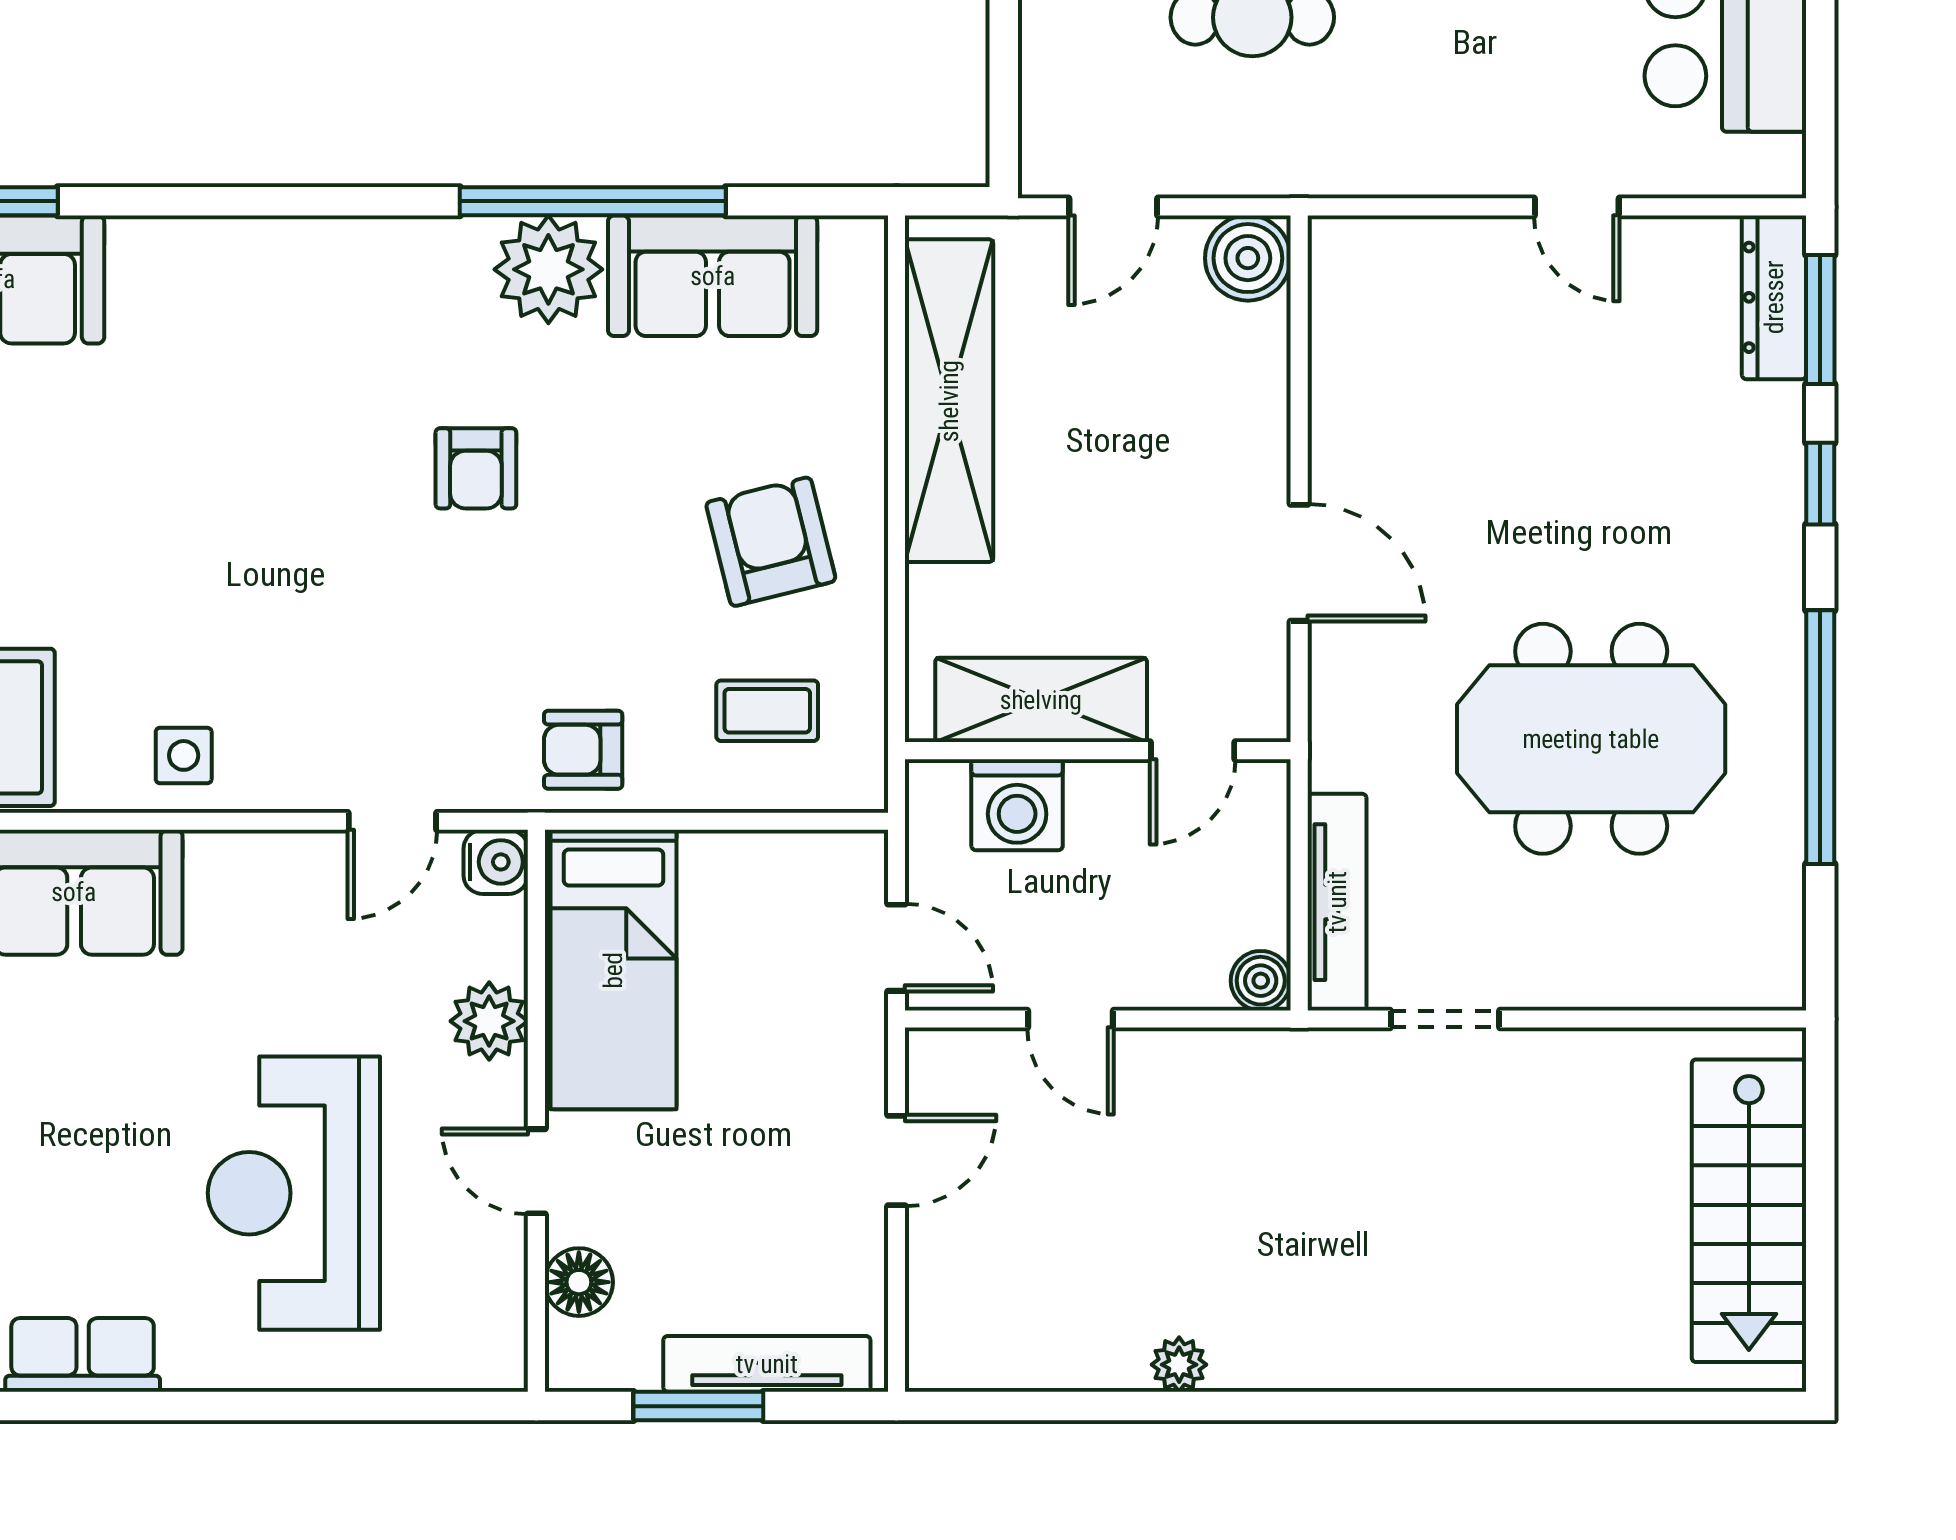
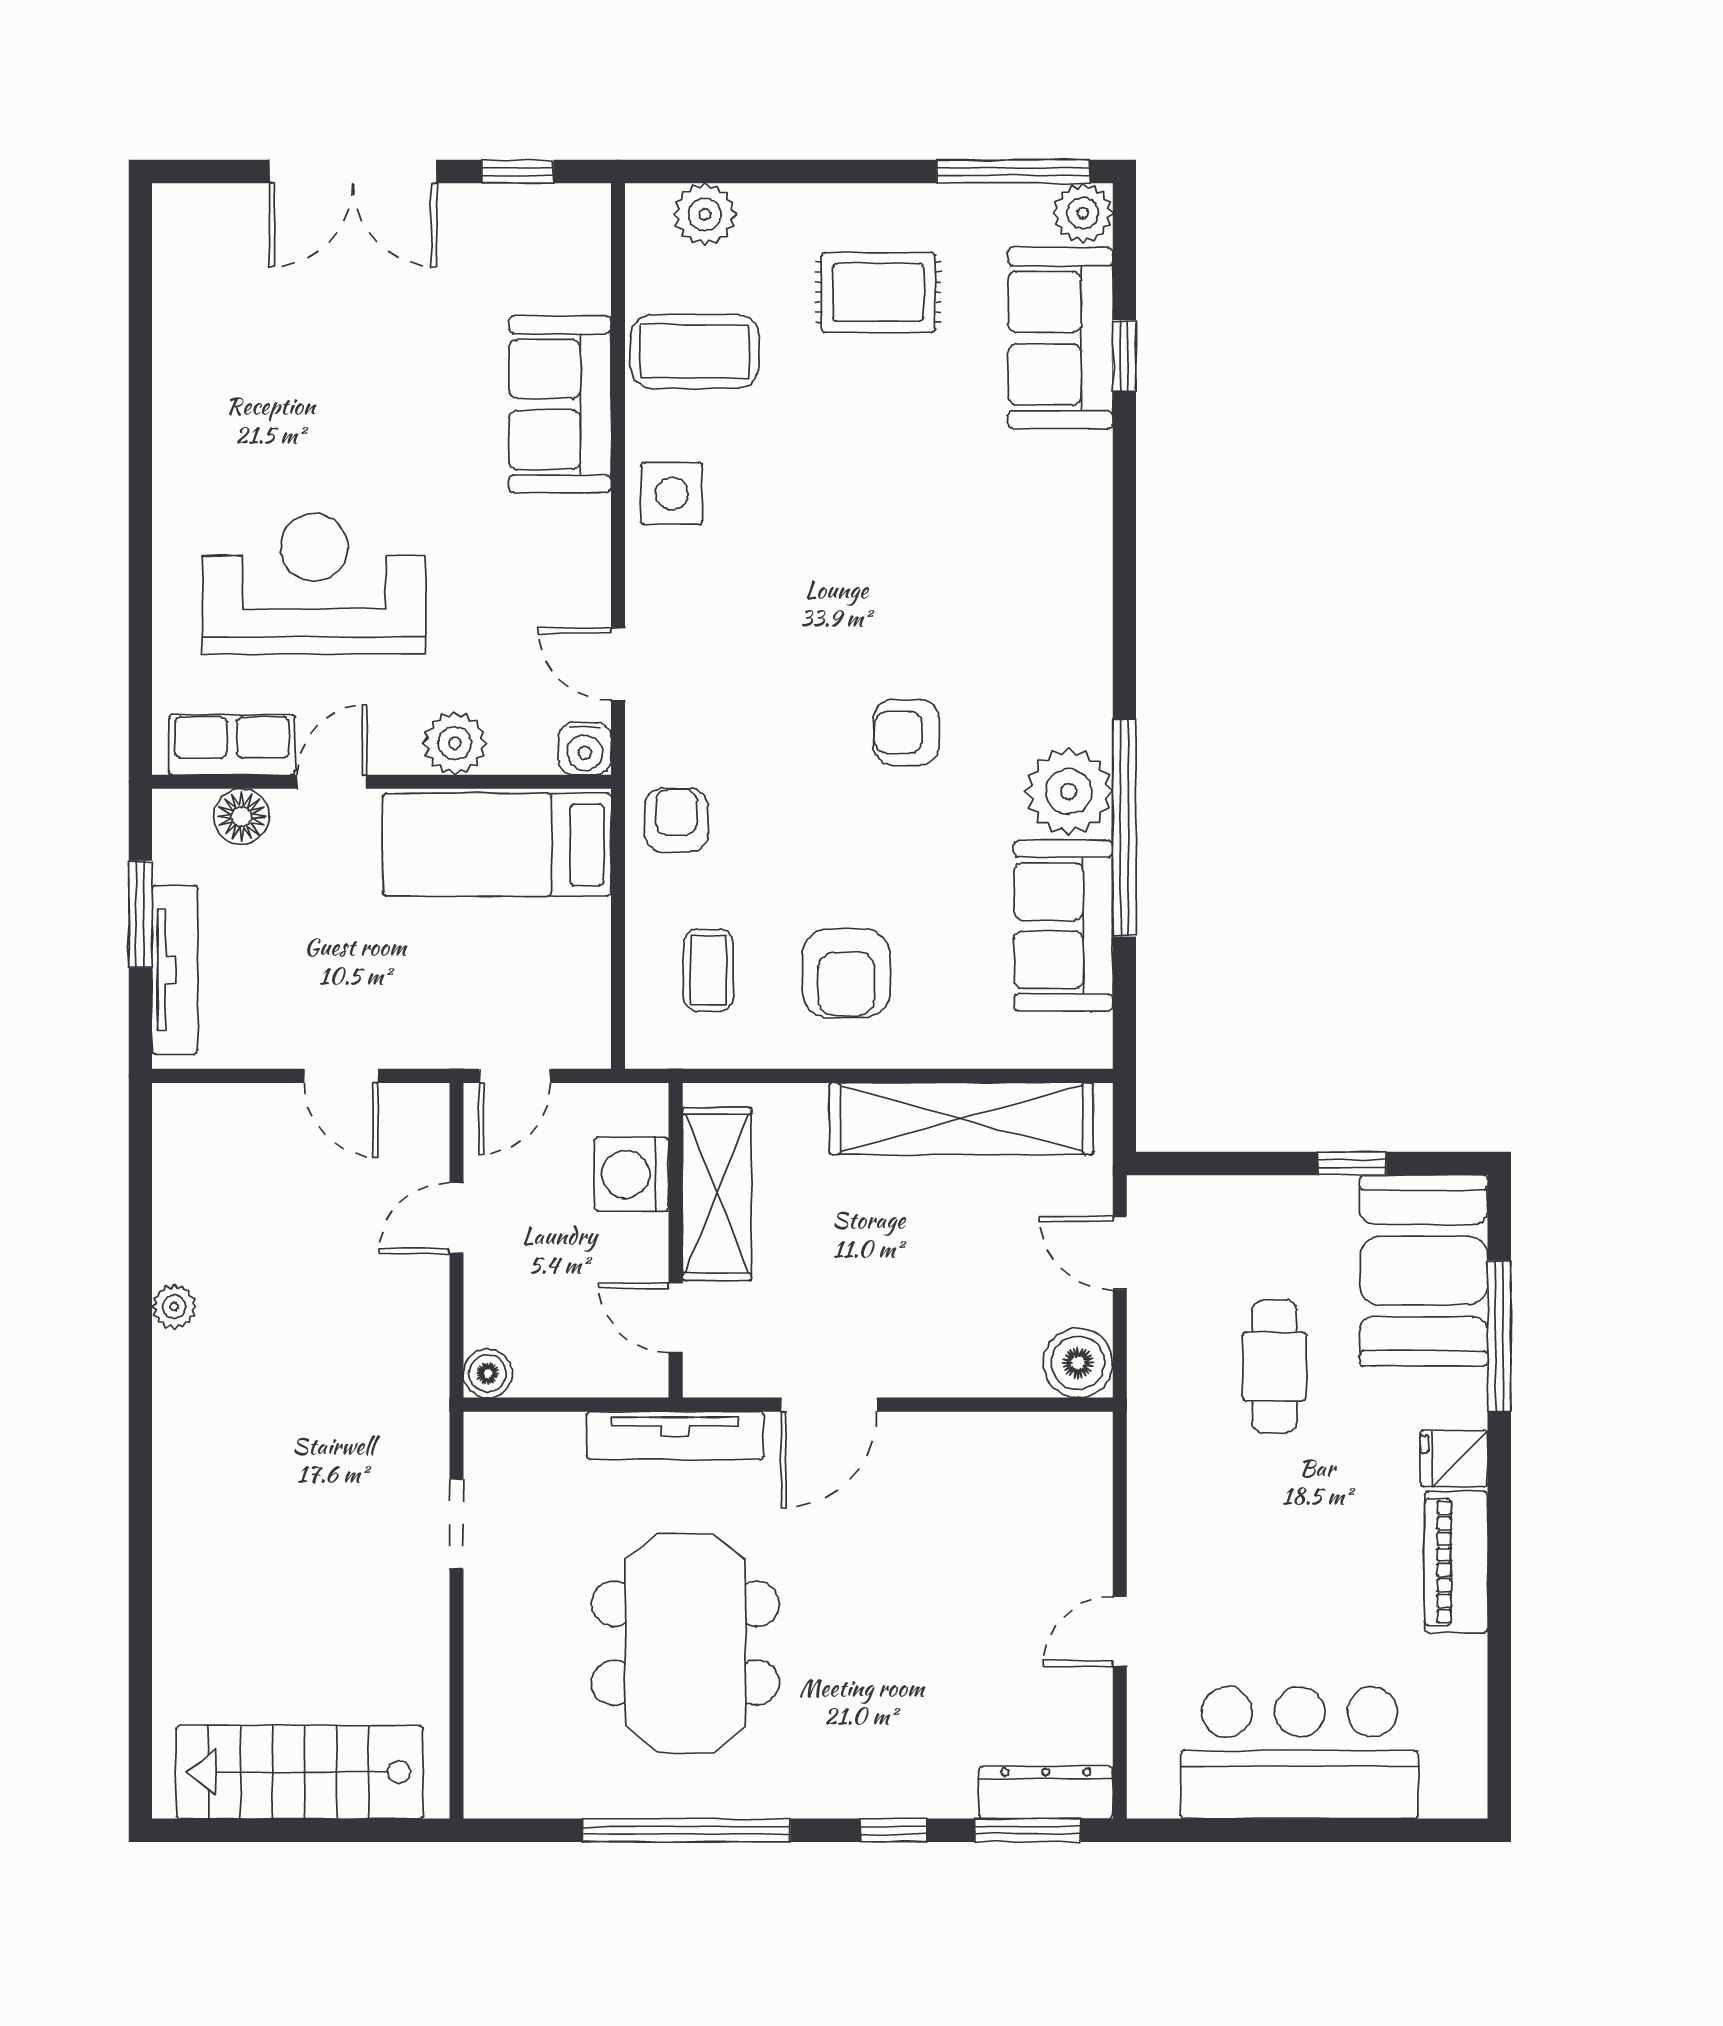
armchair: (771, 542) -> (846, 973), turned 104
side table: (184, 755) -> (672, 494), width x1.37, depth x1.37
tv unit: (1337, 902) -> (675, 1436), moved
row of seats: (83, 1355) -> (232, 745), moved, turned -90

